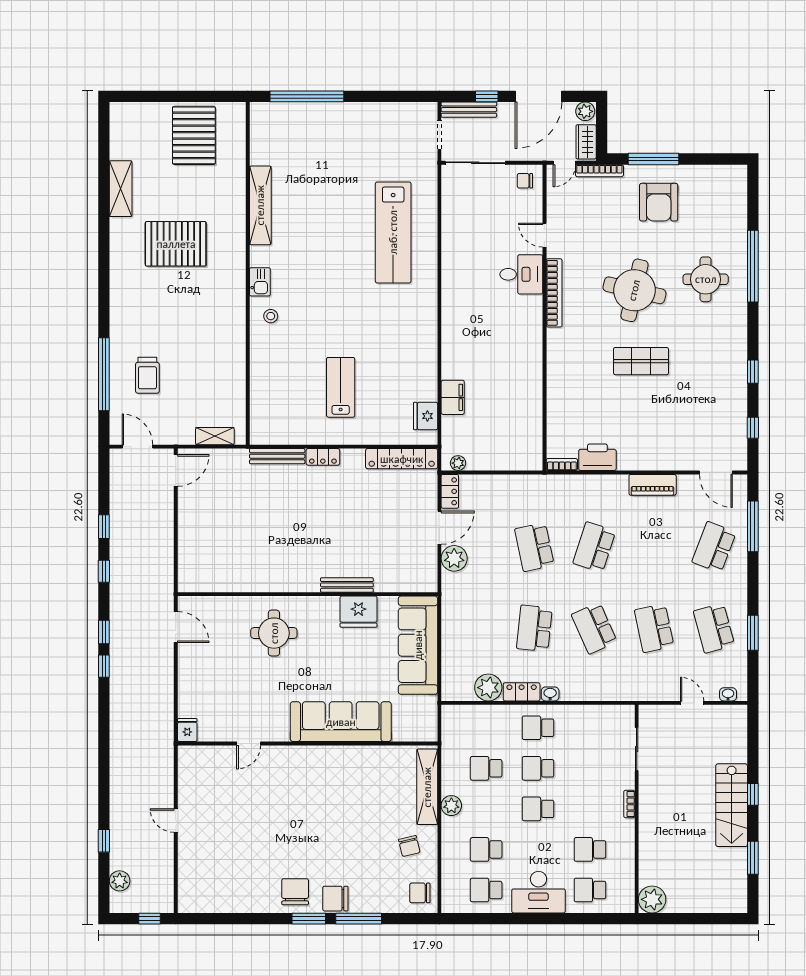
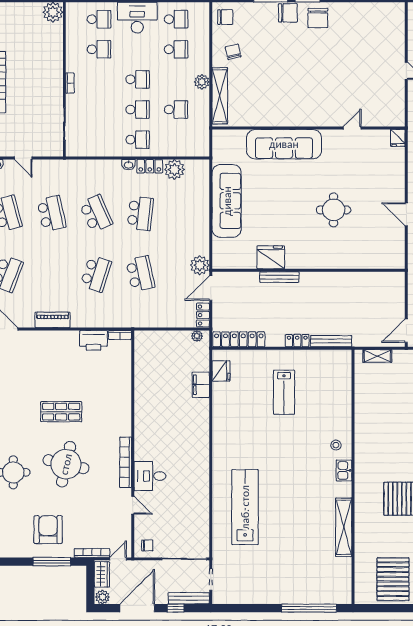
bench: (347, 585) -> (279, 277), moved
wall: (308, 594) -> (309, 270), moved
fridge: (358, 612) -> (271, 257), moved

